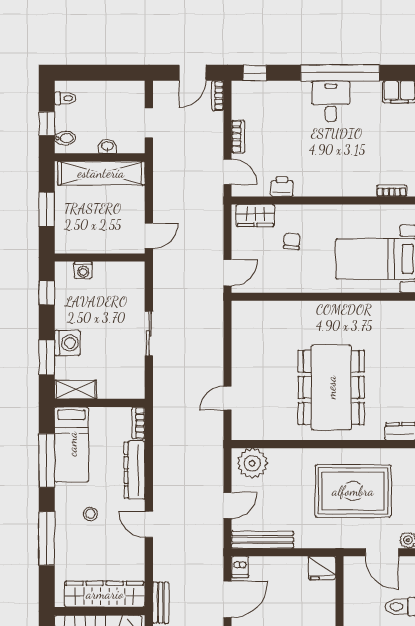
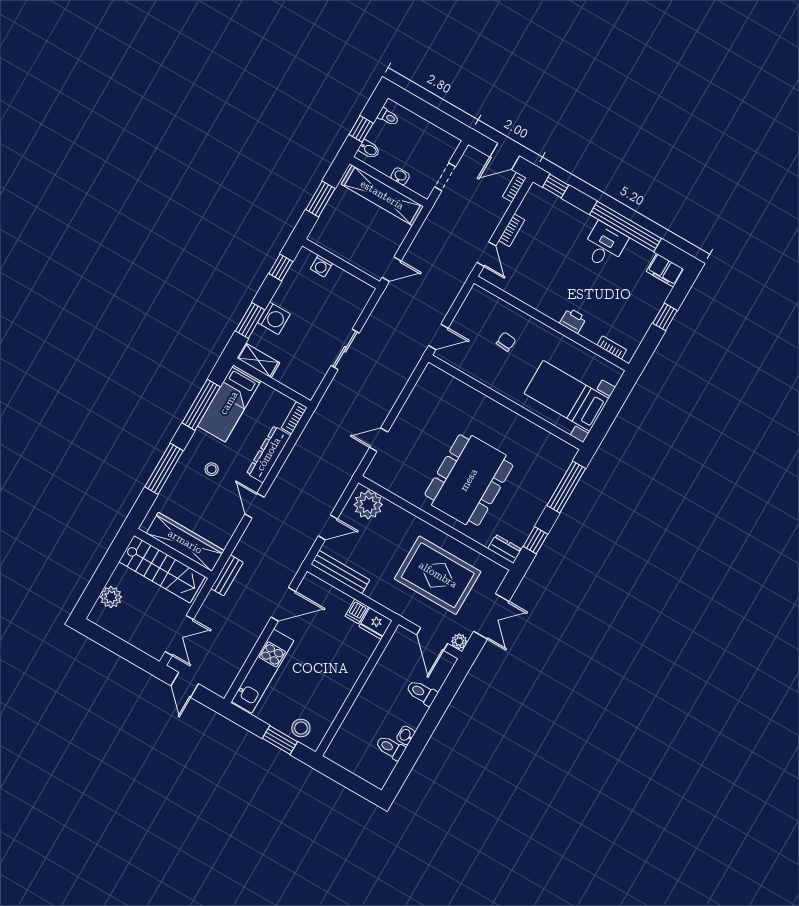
printer: (282, 187) -> (573, 321), moved
wardrobe: (255, 216) -> (488, 303), removed
dishwasher: (240, 567) -> (357, 611), moved

